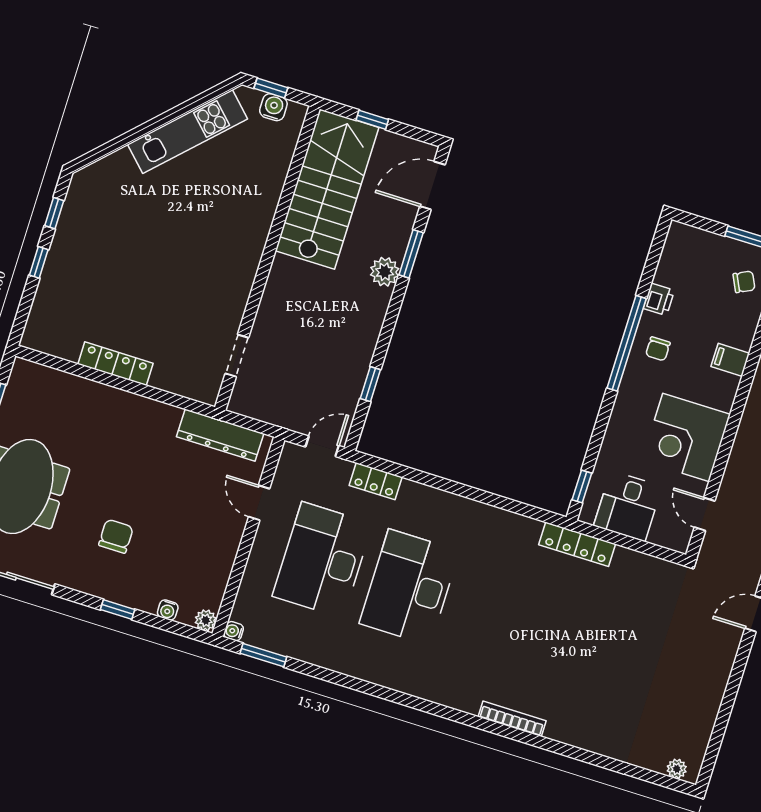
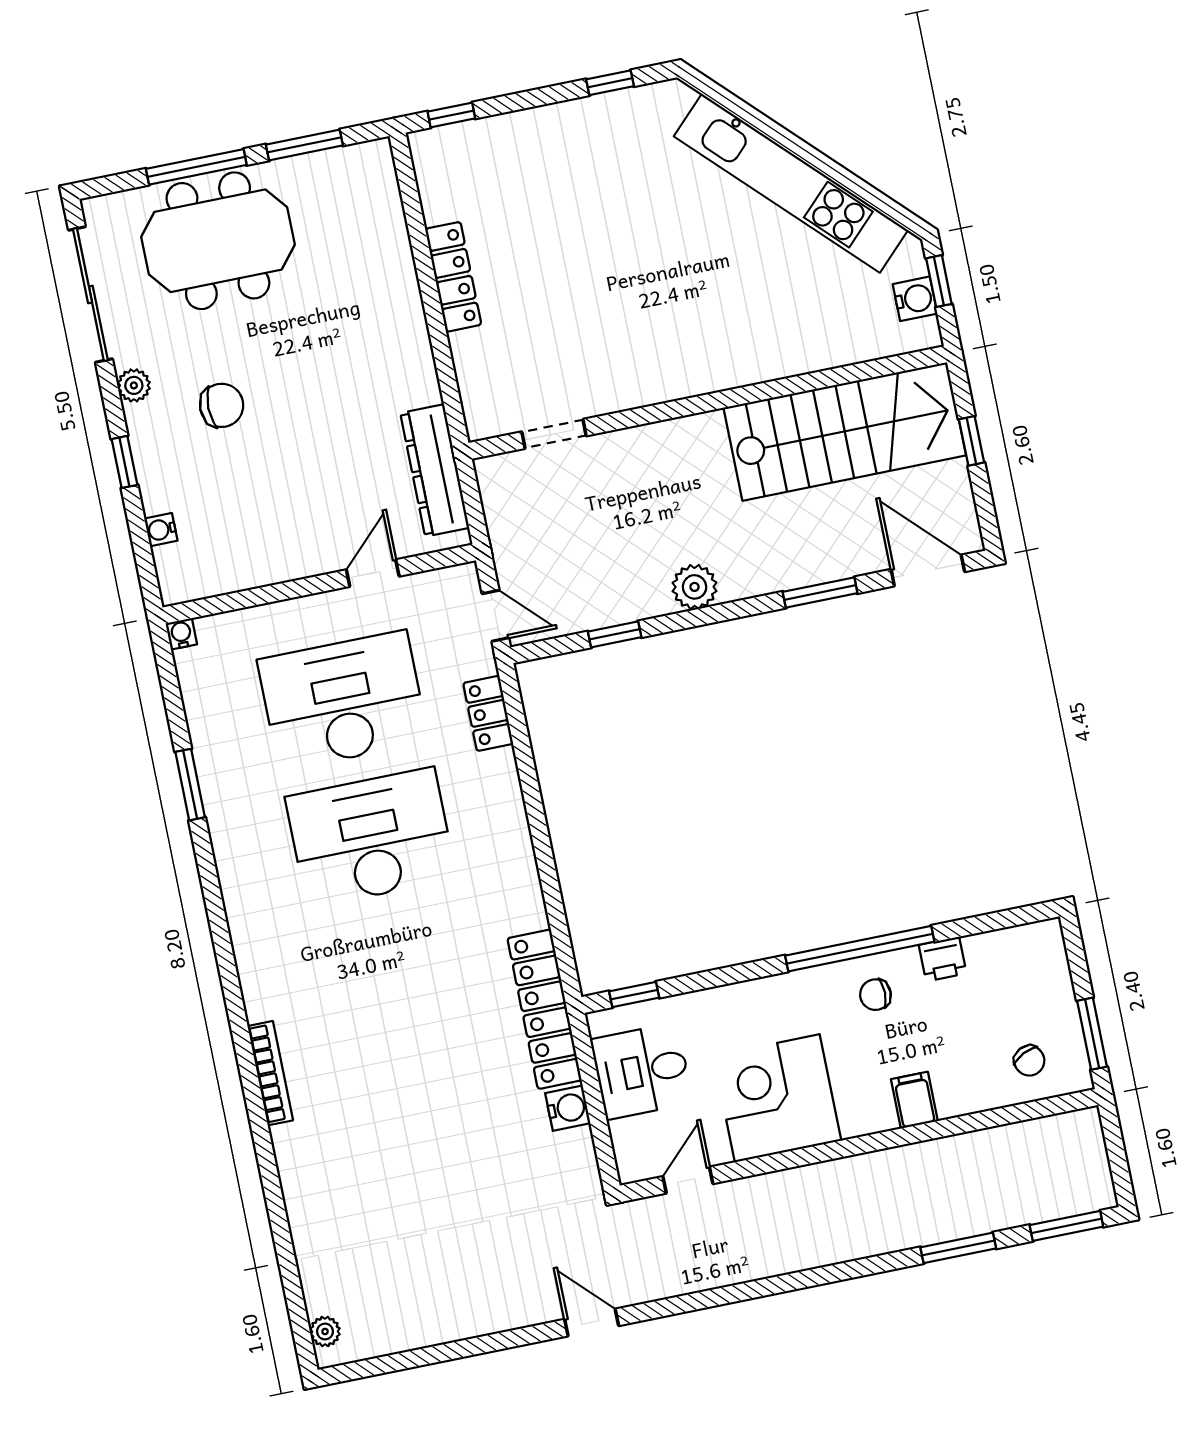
kitchen unit: (188, 132) -> (791, 183), width x1.36
window: (39, 262) -> (451, 115), moved
plant: (385, 272) -> (695, 587), moved
locker: (577, 544) -> (544, 1009), width x1.41, depth x1.21
water cooler: (626, 560) -> (568, 1108), added
plant: (206, 620) -> (134, 385), moved
window: (263, 655) -> (190, 785), moved

